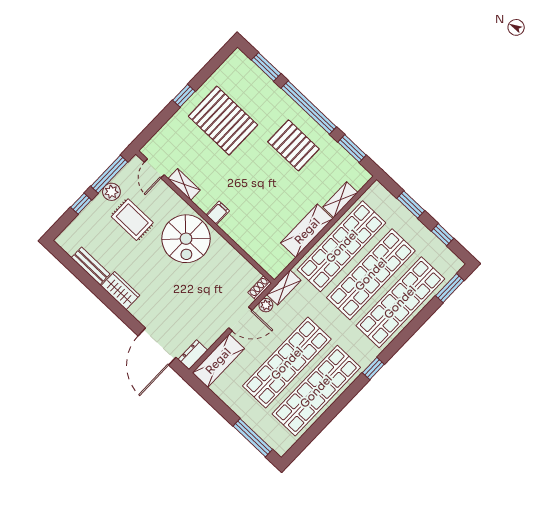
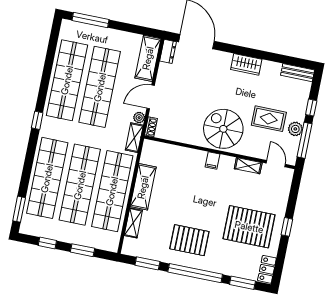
locker: (232, 65) -> (267, 269), added
bench: (91, 266) -> (298, 73), moved

